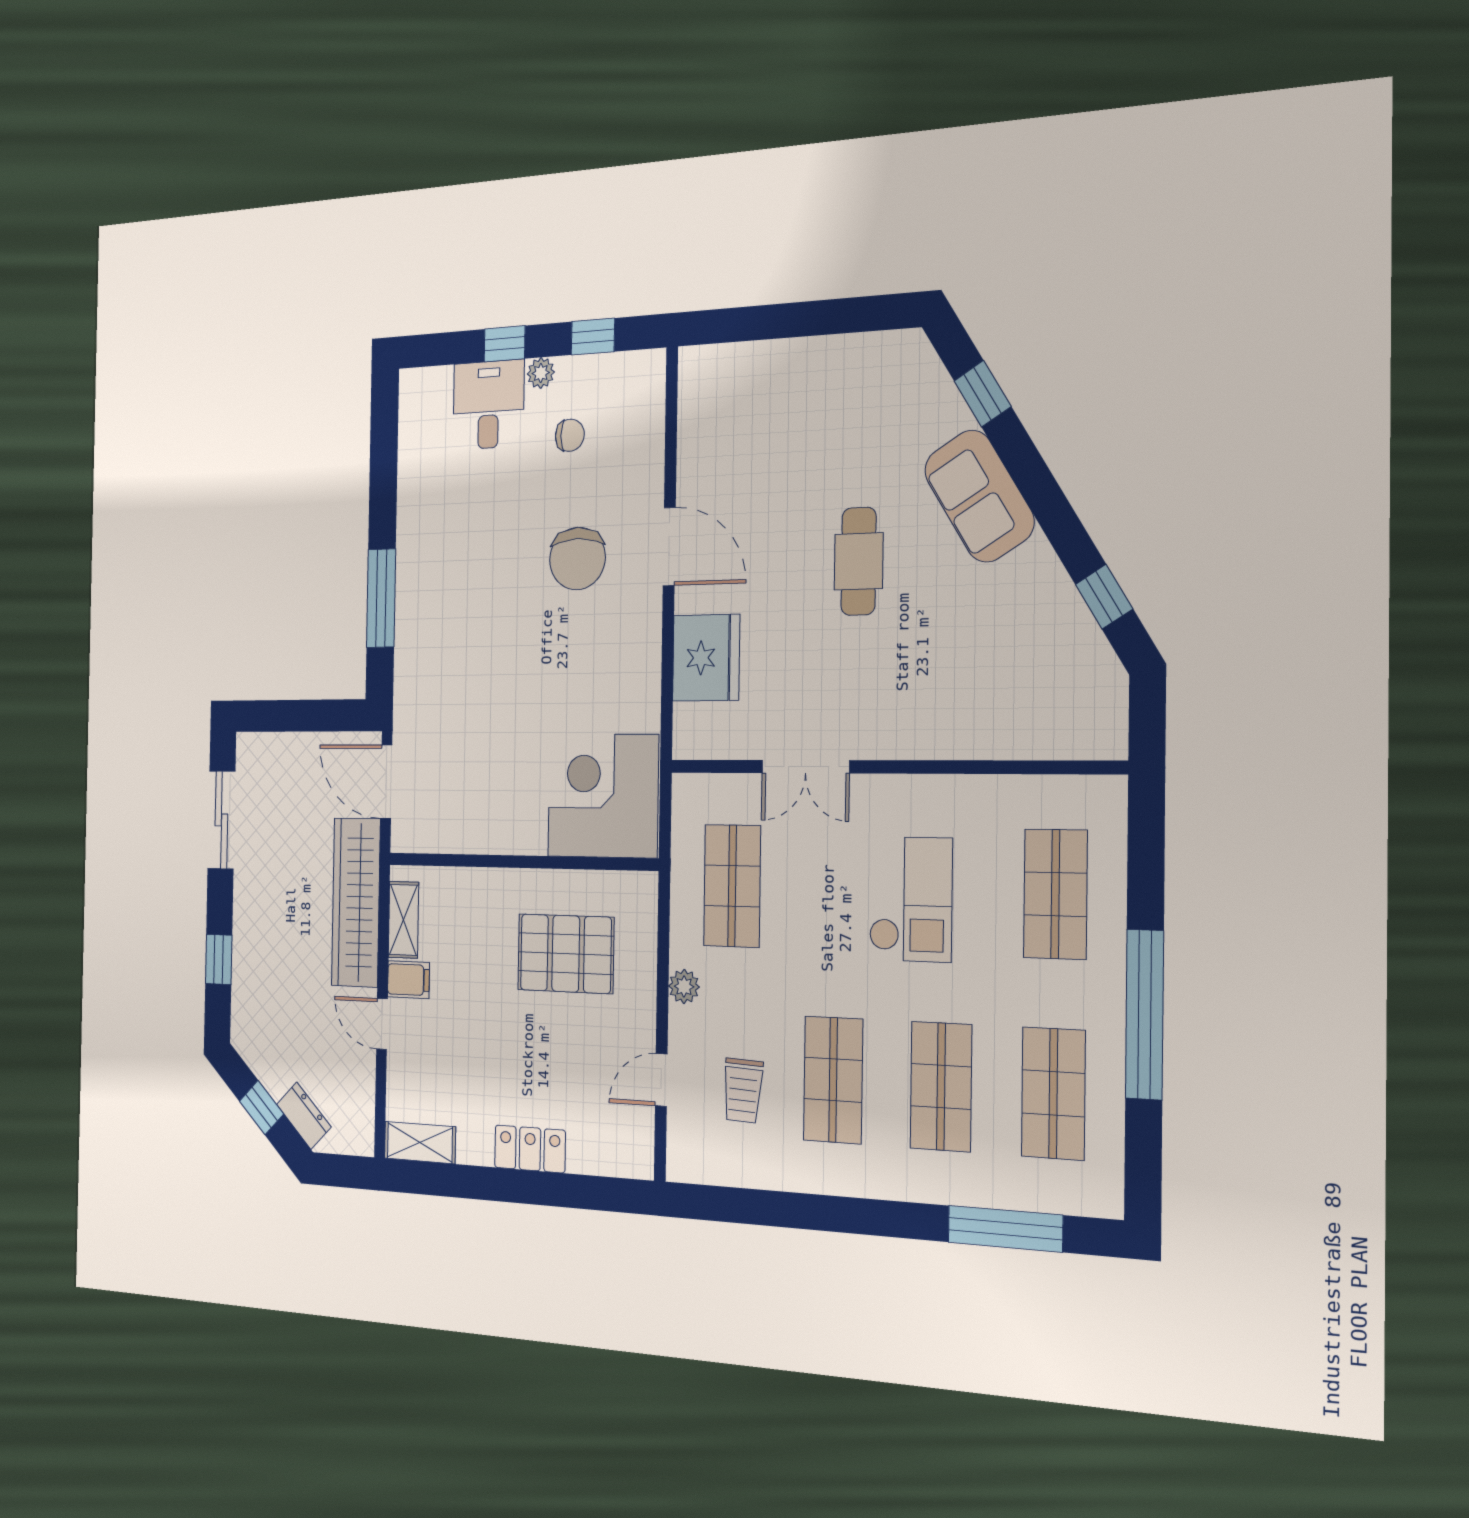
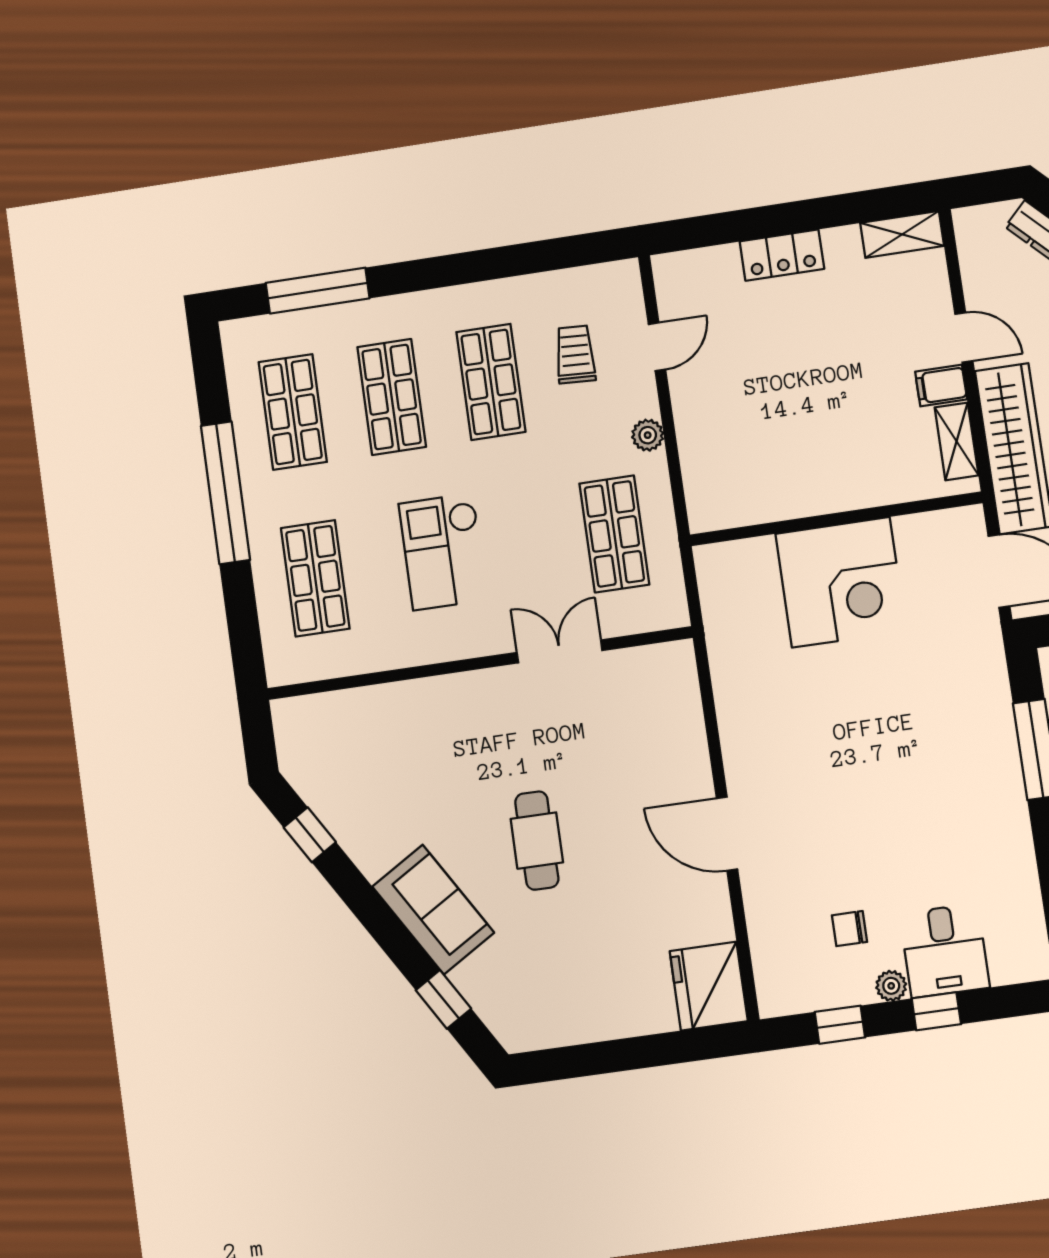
chair: (577, 559) -> (822, 812), removed
fridge: (706, 658) -> (709, 986), moved
corner desk: (603, 796) -> (841, 582), moved
pallet: (566, 954) -> (774, 442), removed

